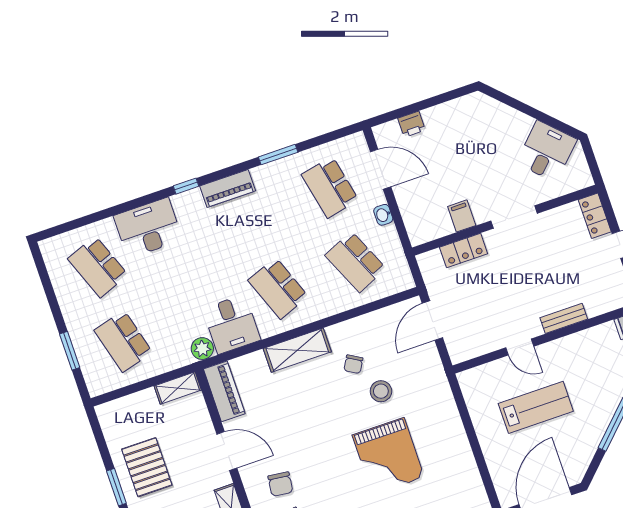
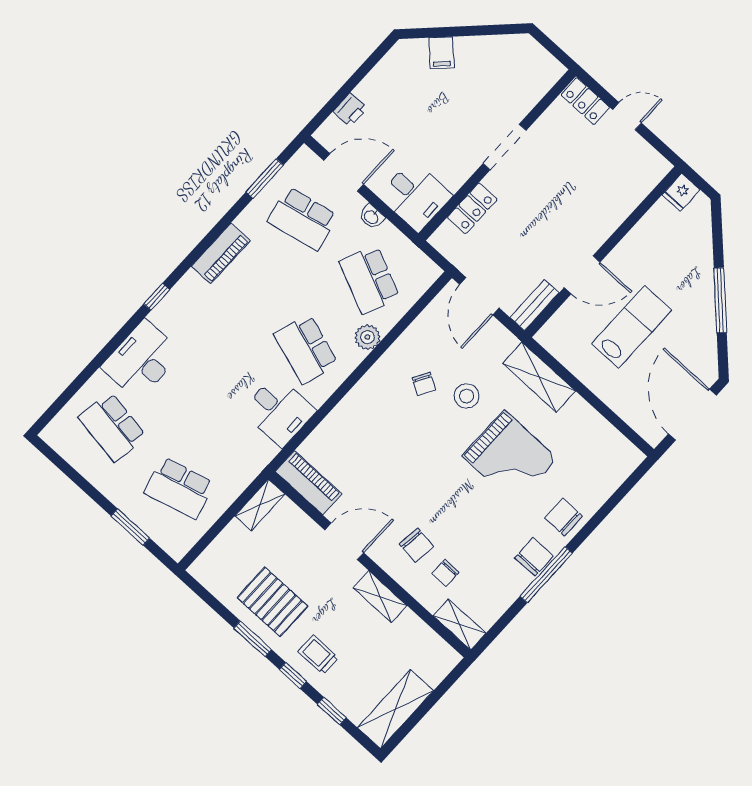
desk: (547, 151) -> (415, 196), moved, turned 135
window: (278, 155) -> (265, 179), moved
piano: (228, 188) -> (221, 253), moved
filing cabinet: (462, 216) -> (441, 53), moved, turned -135
school desk: (355, 262) -> (369, 280), turned 48
school desk: (98, 267) -> (112, 427), turned 30
school desk: (278, 288) -> (306, 349), turned 39
bench: (564, 318) -> (535, 305), moved
door: (520, 347) -> (582, 275), width x1.38
plant: (202, 349) -> (367, 337), moved
shelving: (297, 350) -> (539, 377), moved, turned 90

